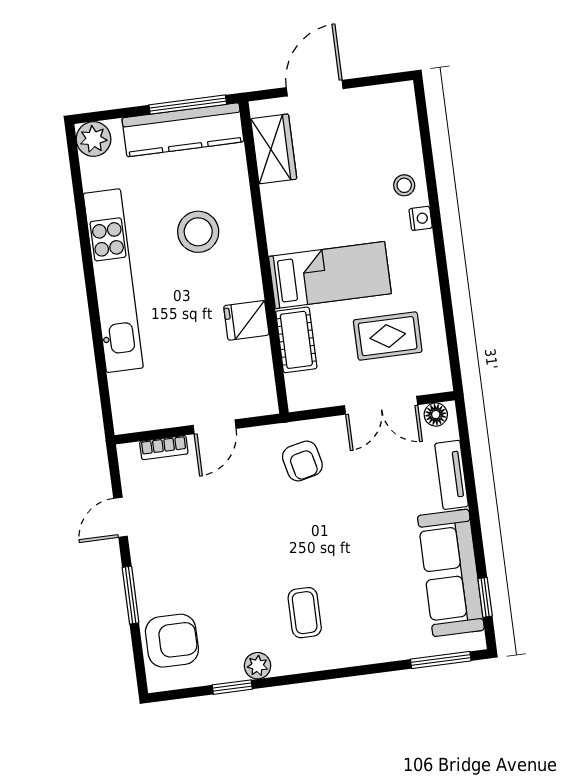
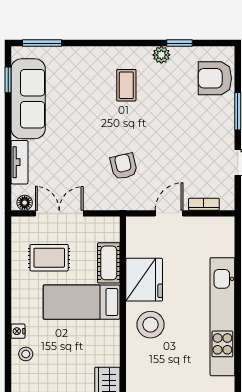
stool: (198, 232) -> (151, 325), moved
fridge: (246, 320) -> (144, 280), width x1.88, depth x1.34
armchair: (302, 461) -> (124, 166), moved

